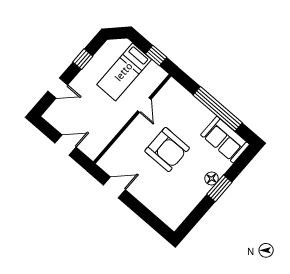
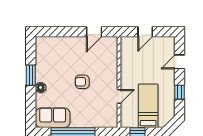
door: (144, 105) -> (119, 97), swing flipped
armchair: (167, 150) -> (82, 82), width x0.53, depth x0.53
window: (219, 188) -> (31, 75), moved

